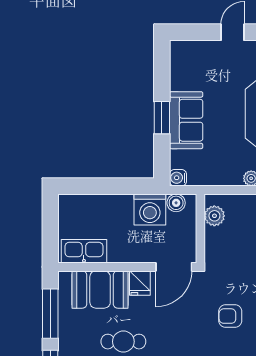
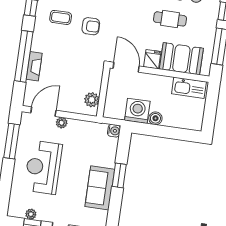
sofa: (186, 120) -> (100, 188), moved
boiler: (176, 203) -> (155, 118), moved
door: (174, 267) -> (126, 67), hinge flipped

